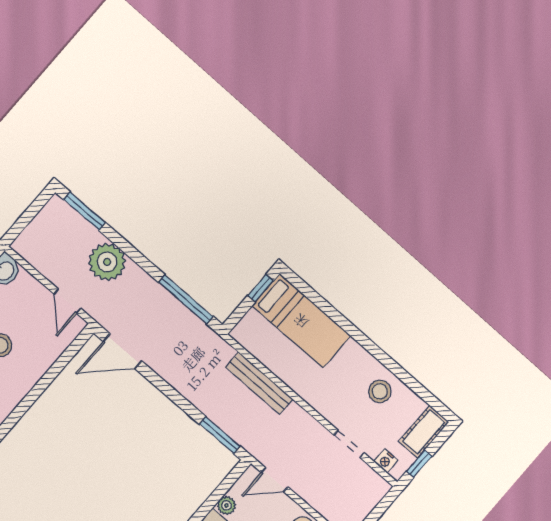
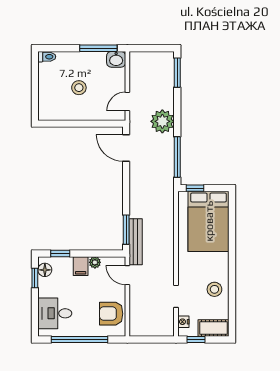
plant: (107, 262) -> (162, 121), moved
window: (261, 288) -> (195, 188), moved
bed: (301, 321) -> (209, 221), width x1.50
bench: (259, 383) -> (136, 242), moved

